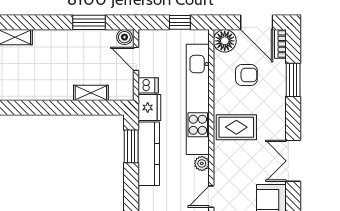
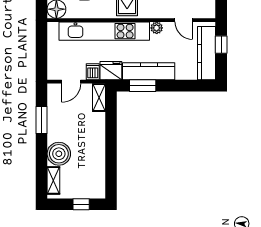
window: (180, 22) -> (42, 46), removed
boiler: (124, 37) -> (59, 154), moved, width x1.86, depth x1.86
shelving: (91, 93) -> (99, 98), moved

